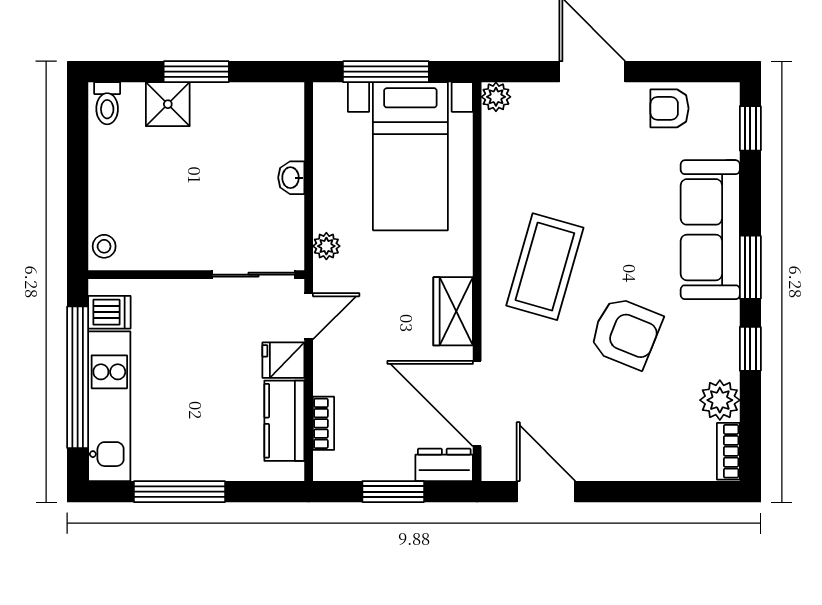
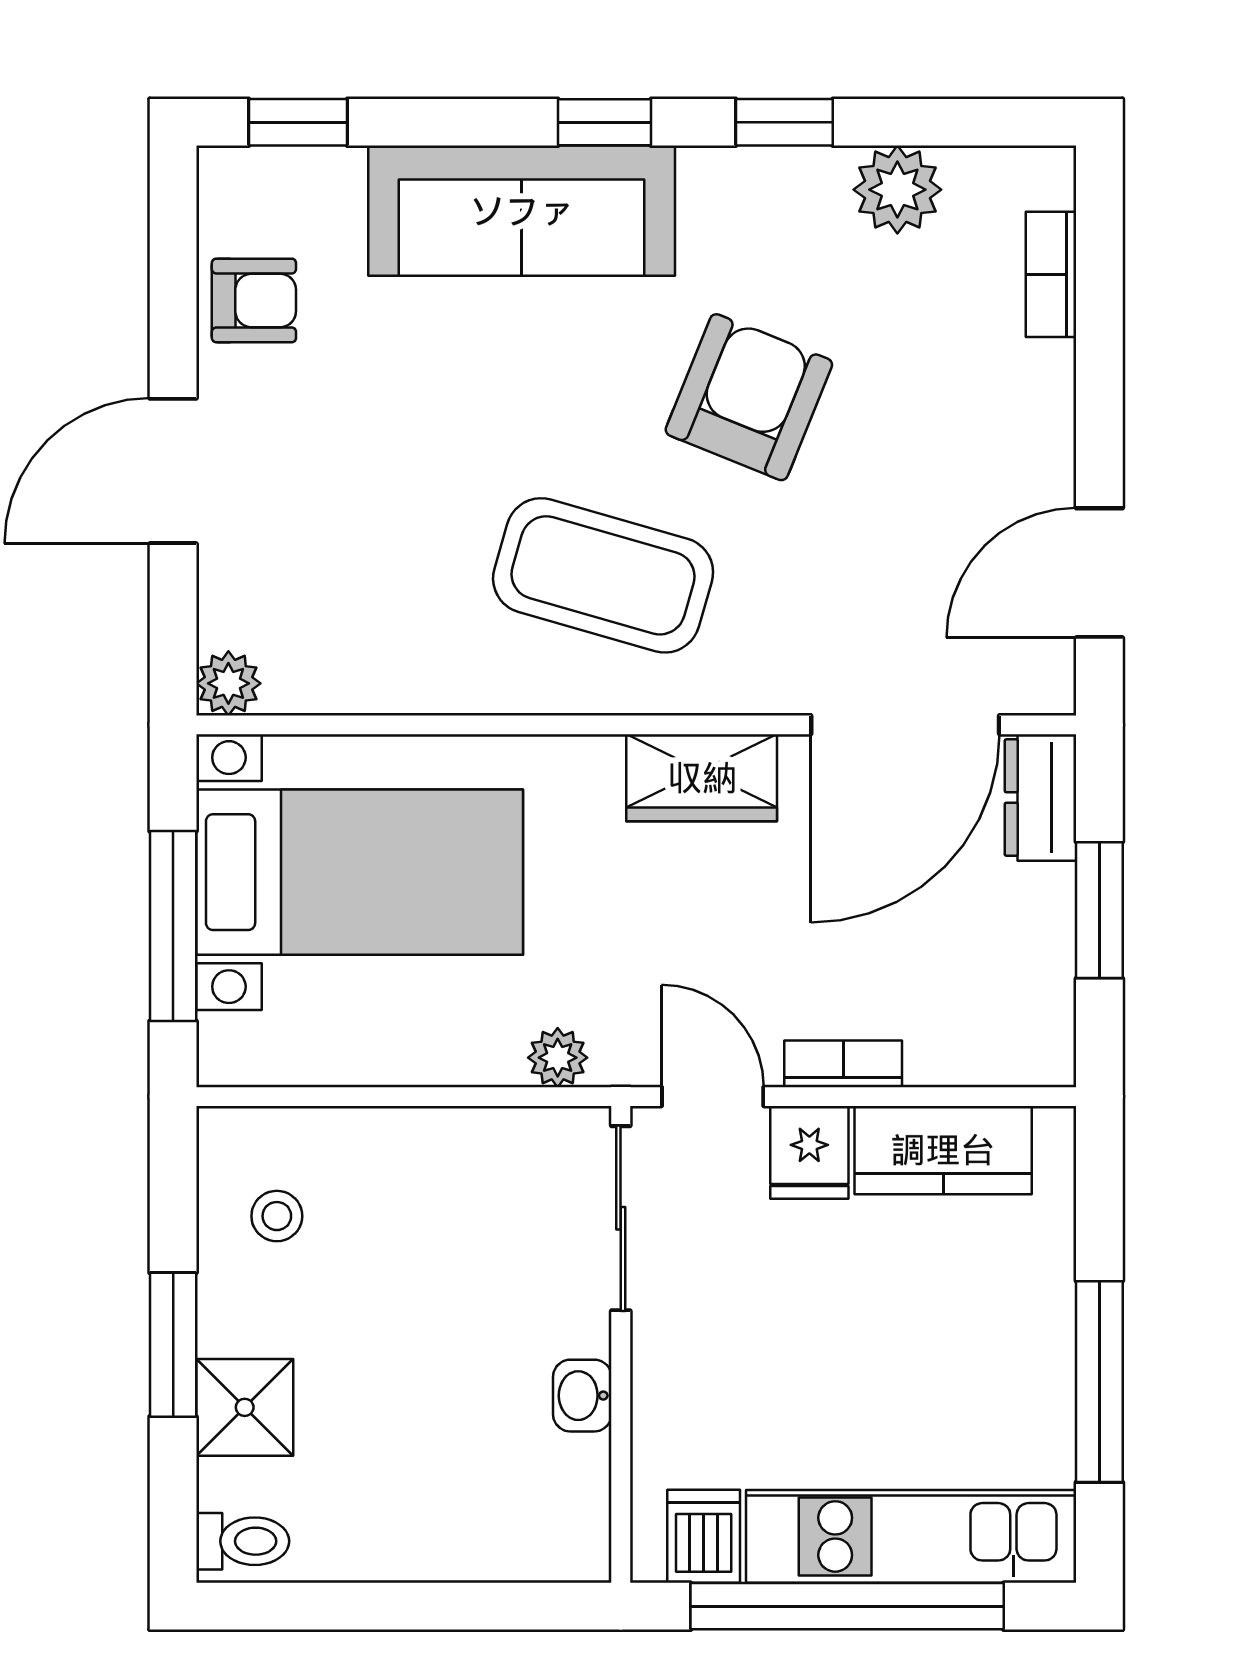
armchair: (670, 108) -> (254, 300), turned -90
washbasin: (291, 178) -> (582, 1396), moved, turned 90
stool: (104, 246) -> (277, 1216), moved
window: (750, 267) -> (605, 122), width x0.67
bookcase: (324, 423) -> (843, 1064), moved
bookcase: (728, 451) -> (1051, 274), moved, turned 90

